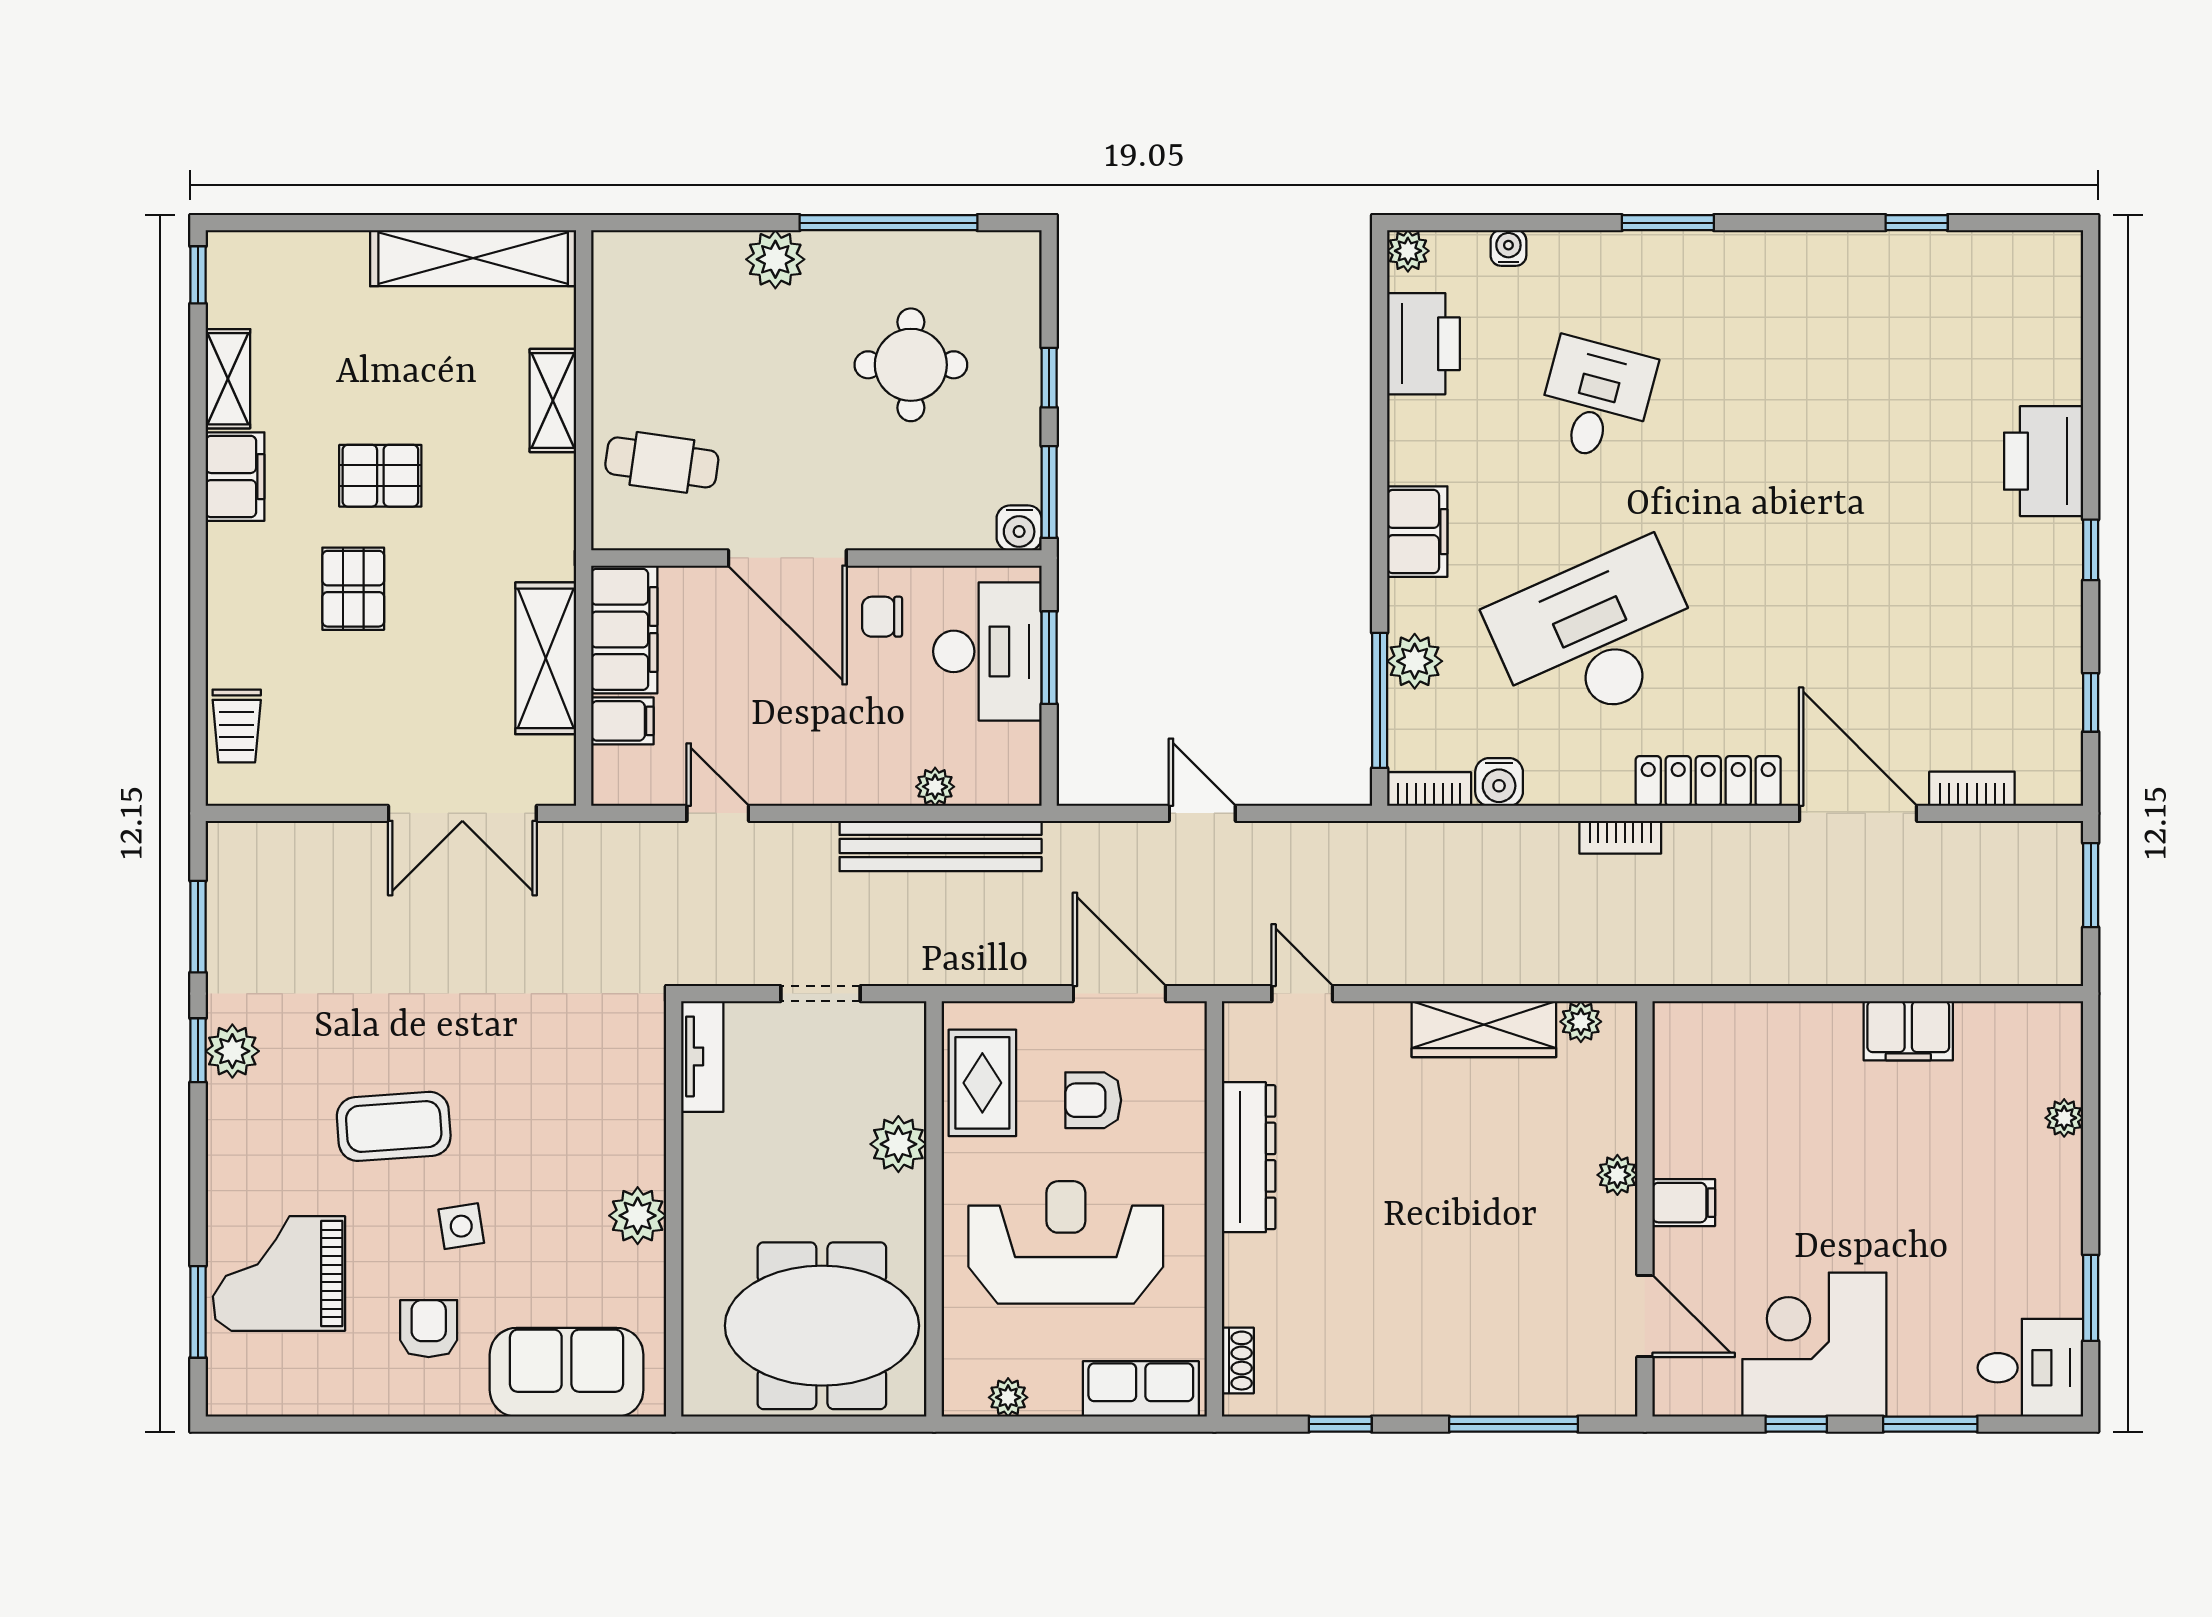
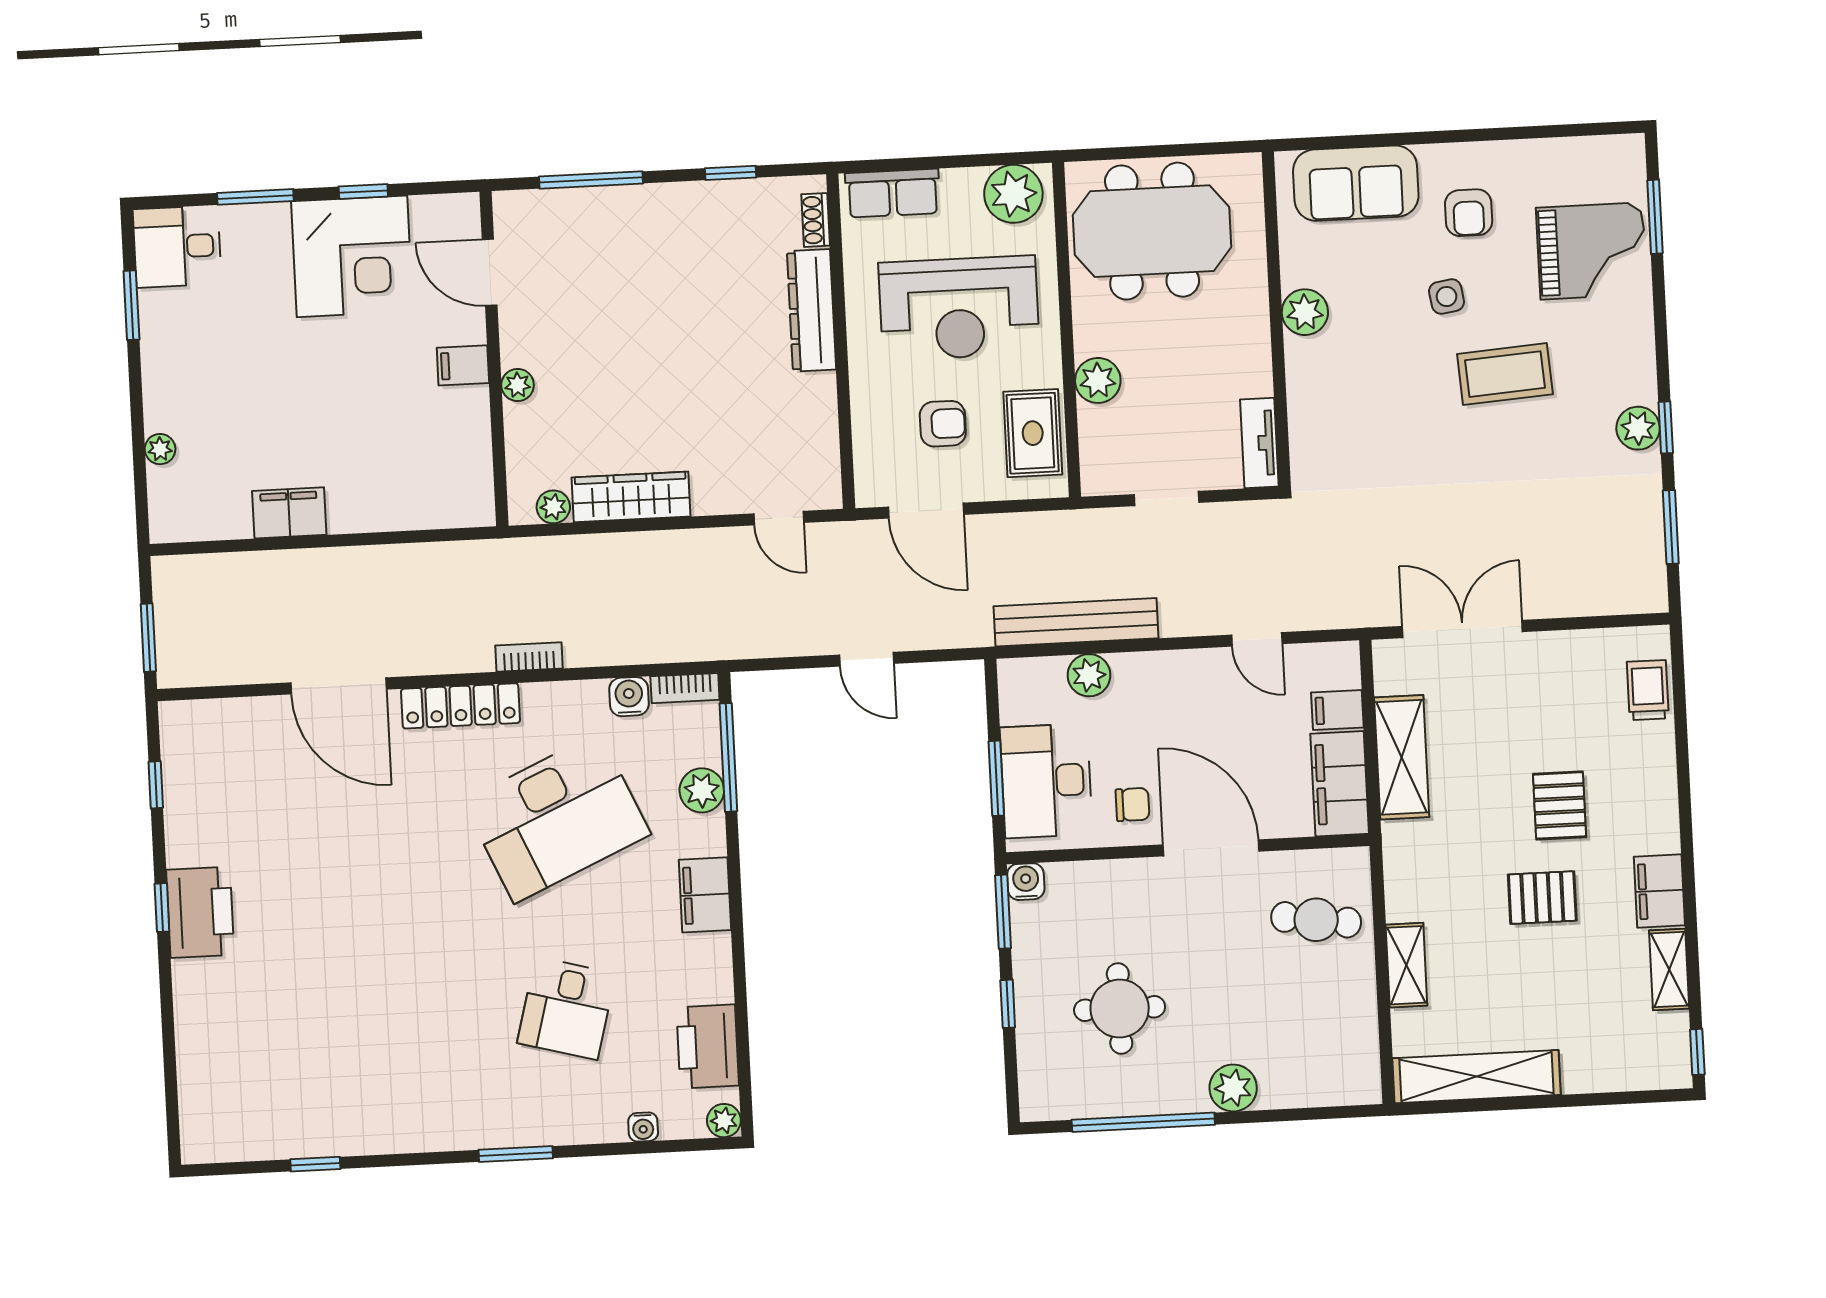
printer: (2044, 461) -> (200, 912), moved
plant: (935, 787) -> (1089, 675), width x1.38, depth x1.38
bookcase: (1972, 789) -> (248, 710), removed
dresser: (1249, 1157) -> (812, 310), moved
plant: (1008, 1397) -> (1013, 194), width x1.88, depth x1.88

